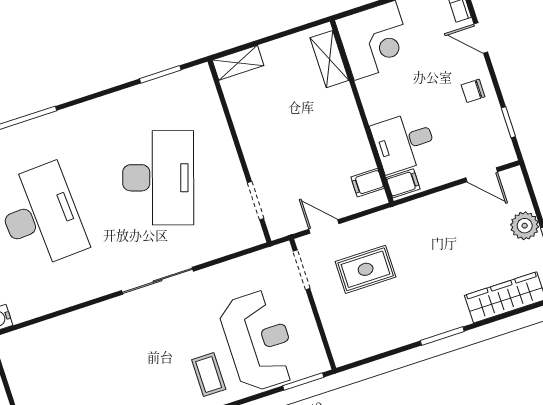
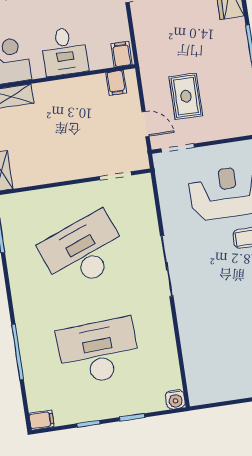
desk: (404, 142) -> (64, 51), moved
desk: (158, 178) -> (84, 251), turned -39
door: (324, 226) -> (146, 124), swing flipped

